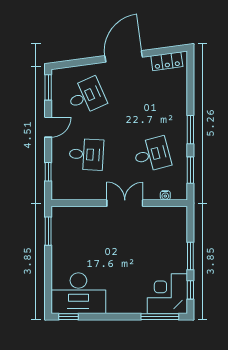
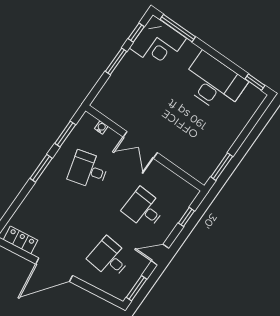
desk: (86, 96) -> (109, 258), turned 30
desk: (78, 293) -> (214, 83), moved

